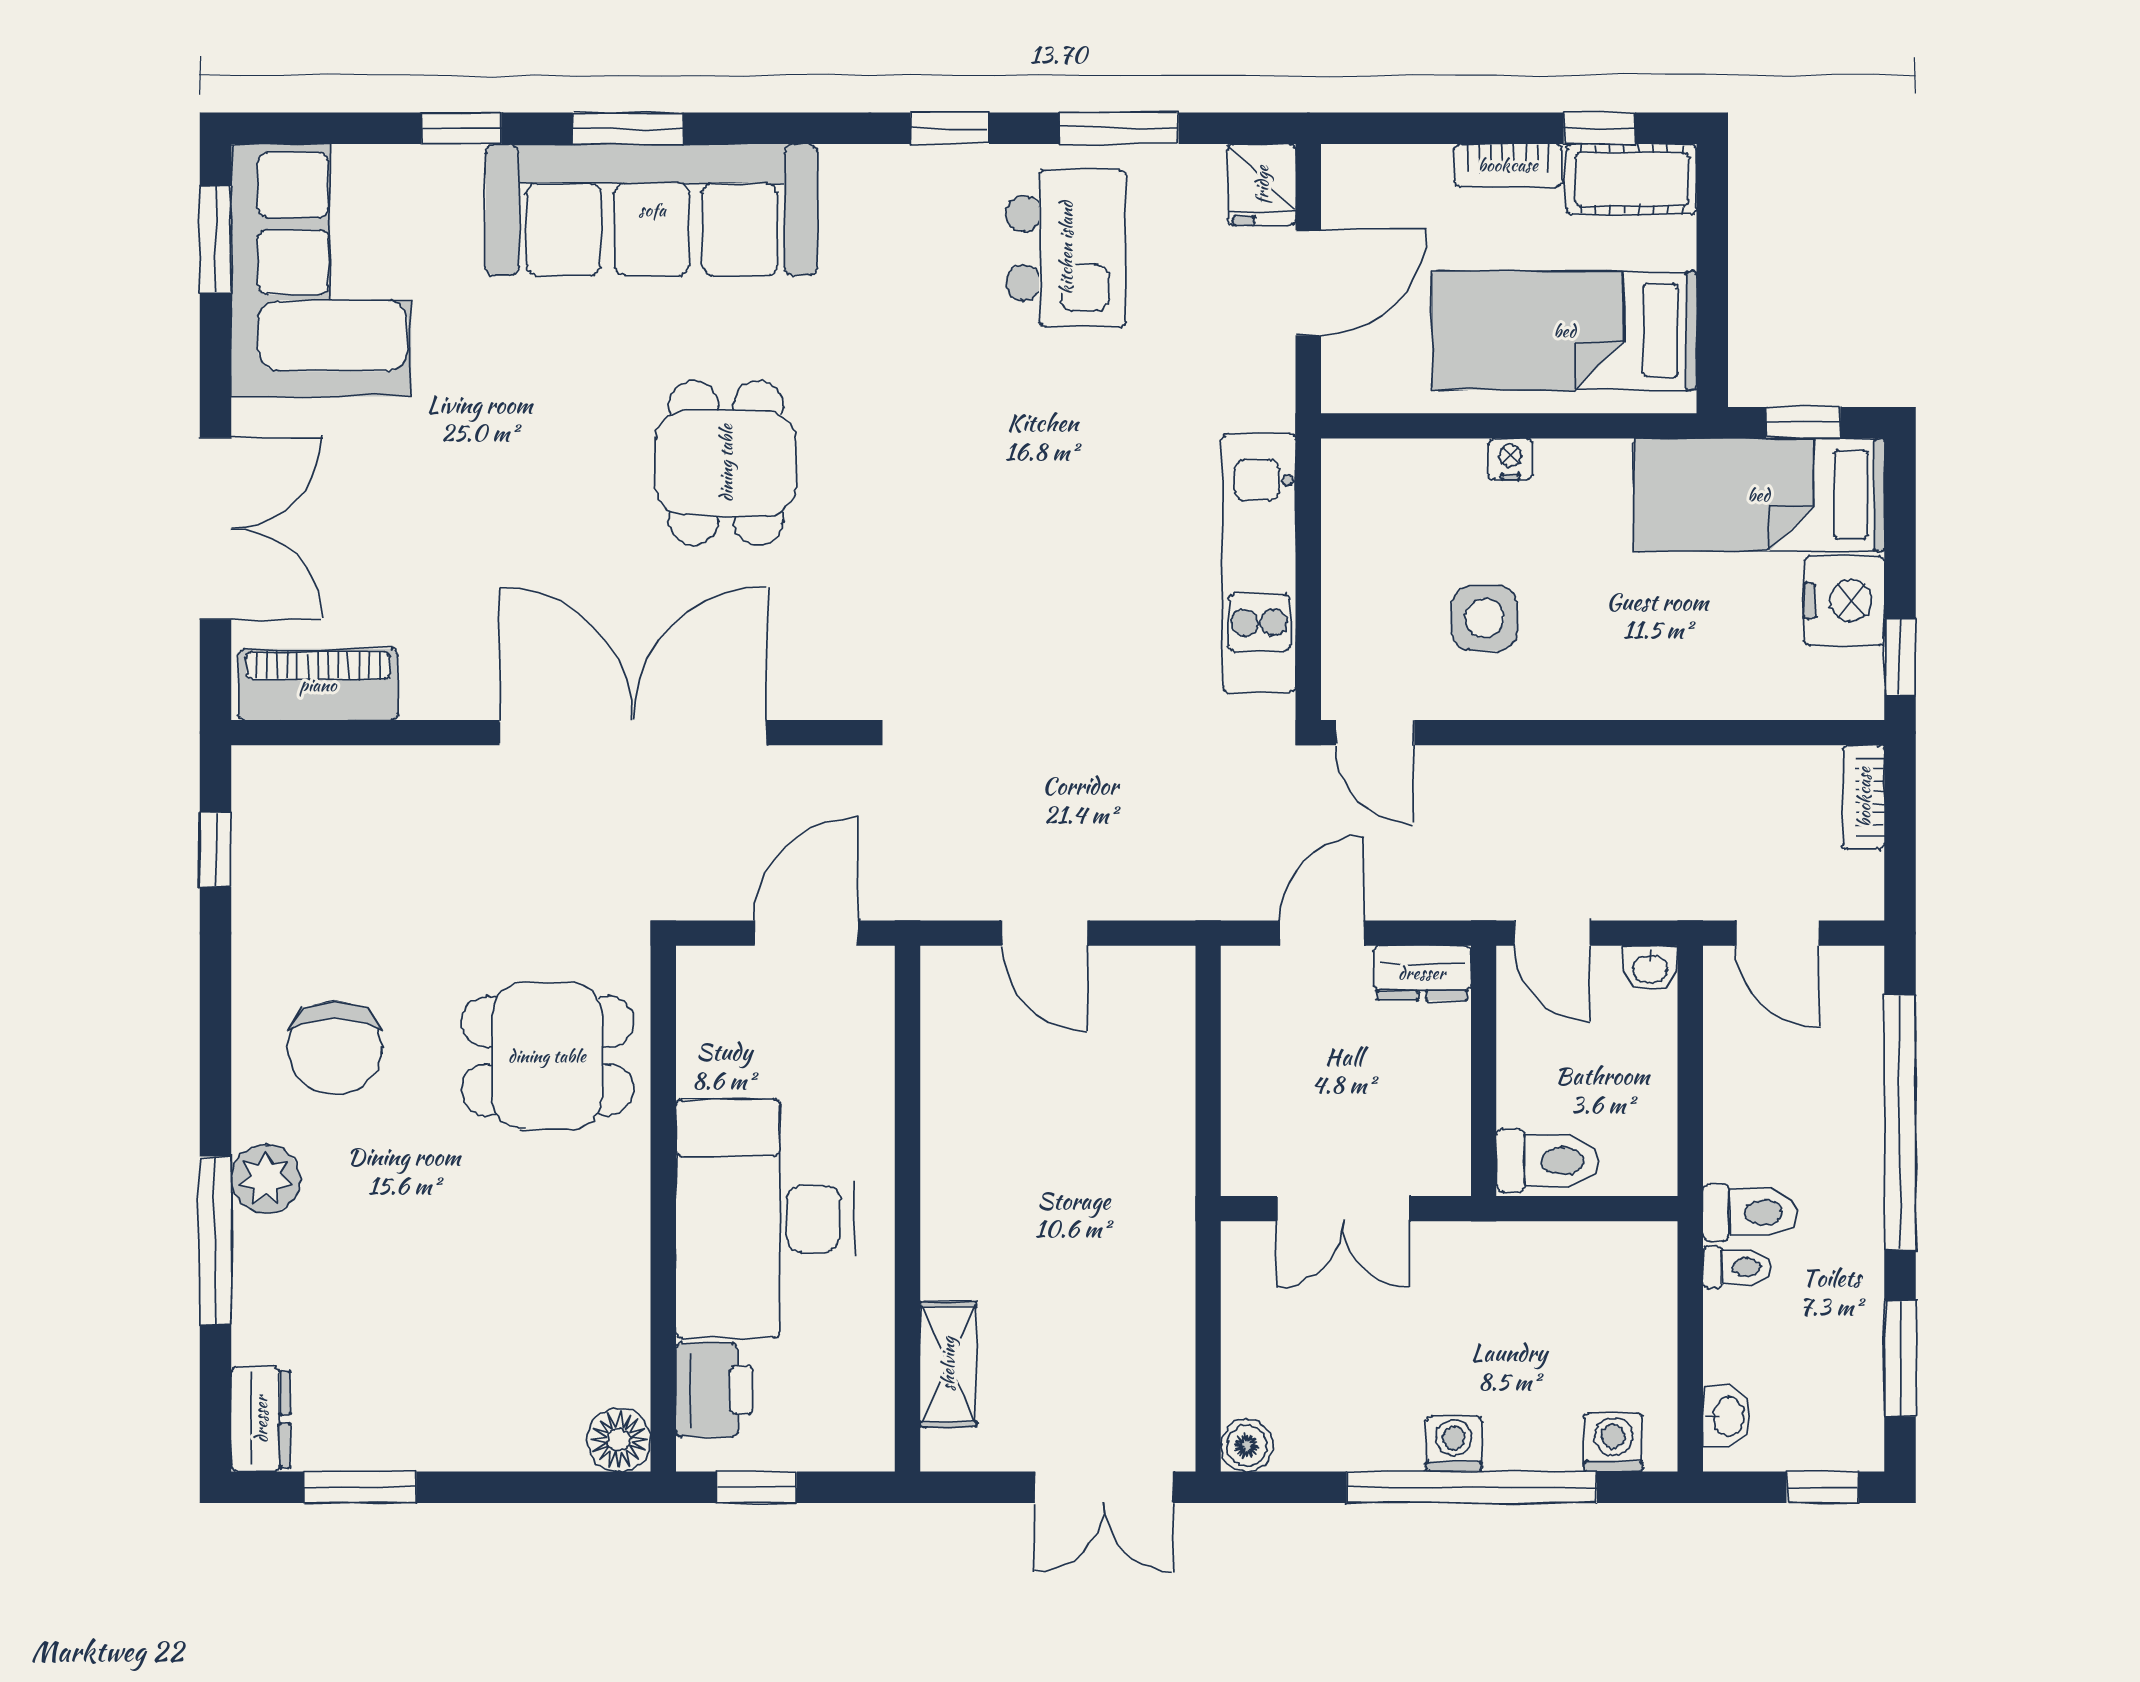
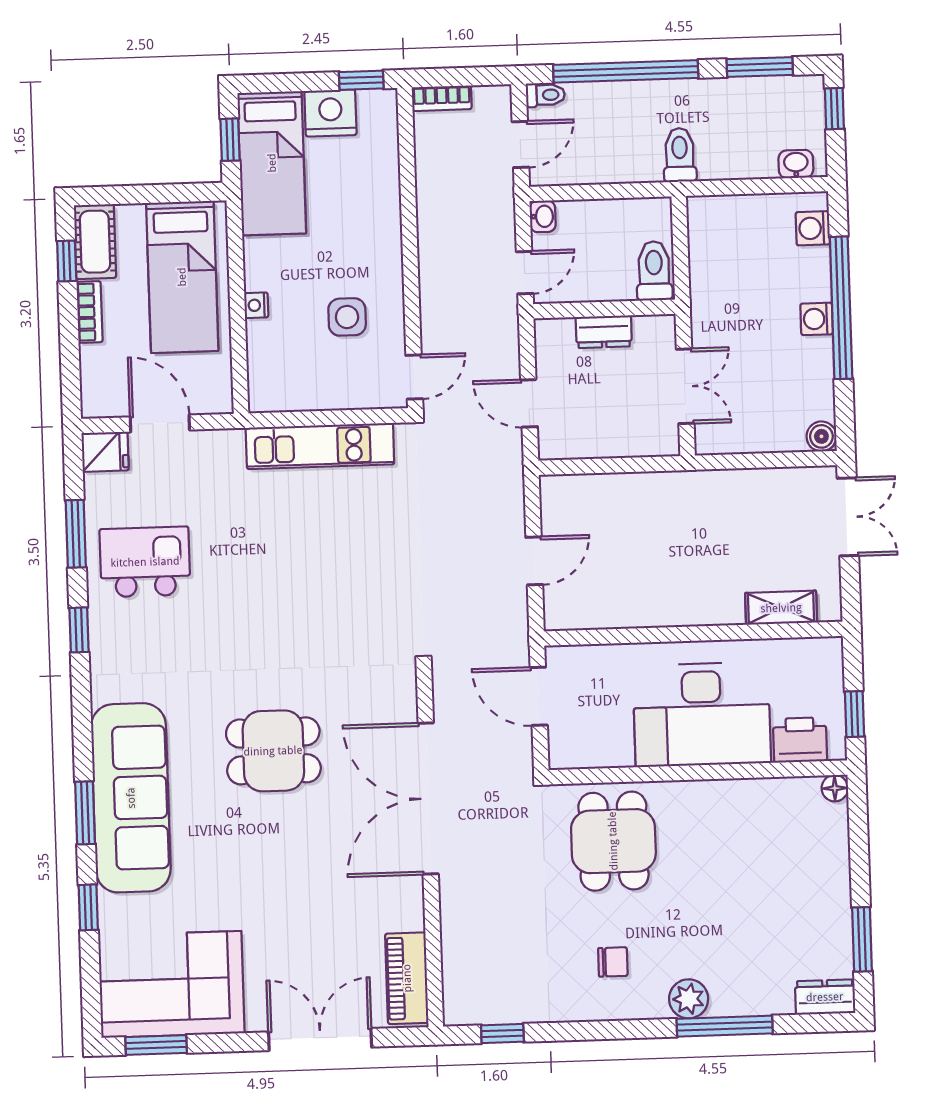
dresser: (1422, 973) -> (604, 332), moved, turned 90
chair: (335, 1048) -> (613, 962), width x0.54, depth x0.54
toilet: (1737, 1267) -> (545, 95), moved, turned 90
floor lamp: (619, 1440) -> (835, 788), width x0.73, depth x0.73

